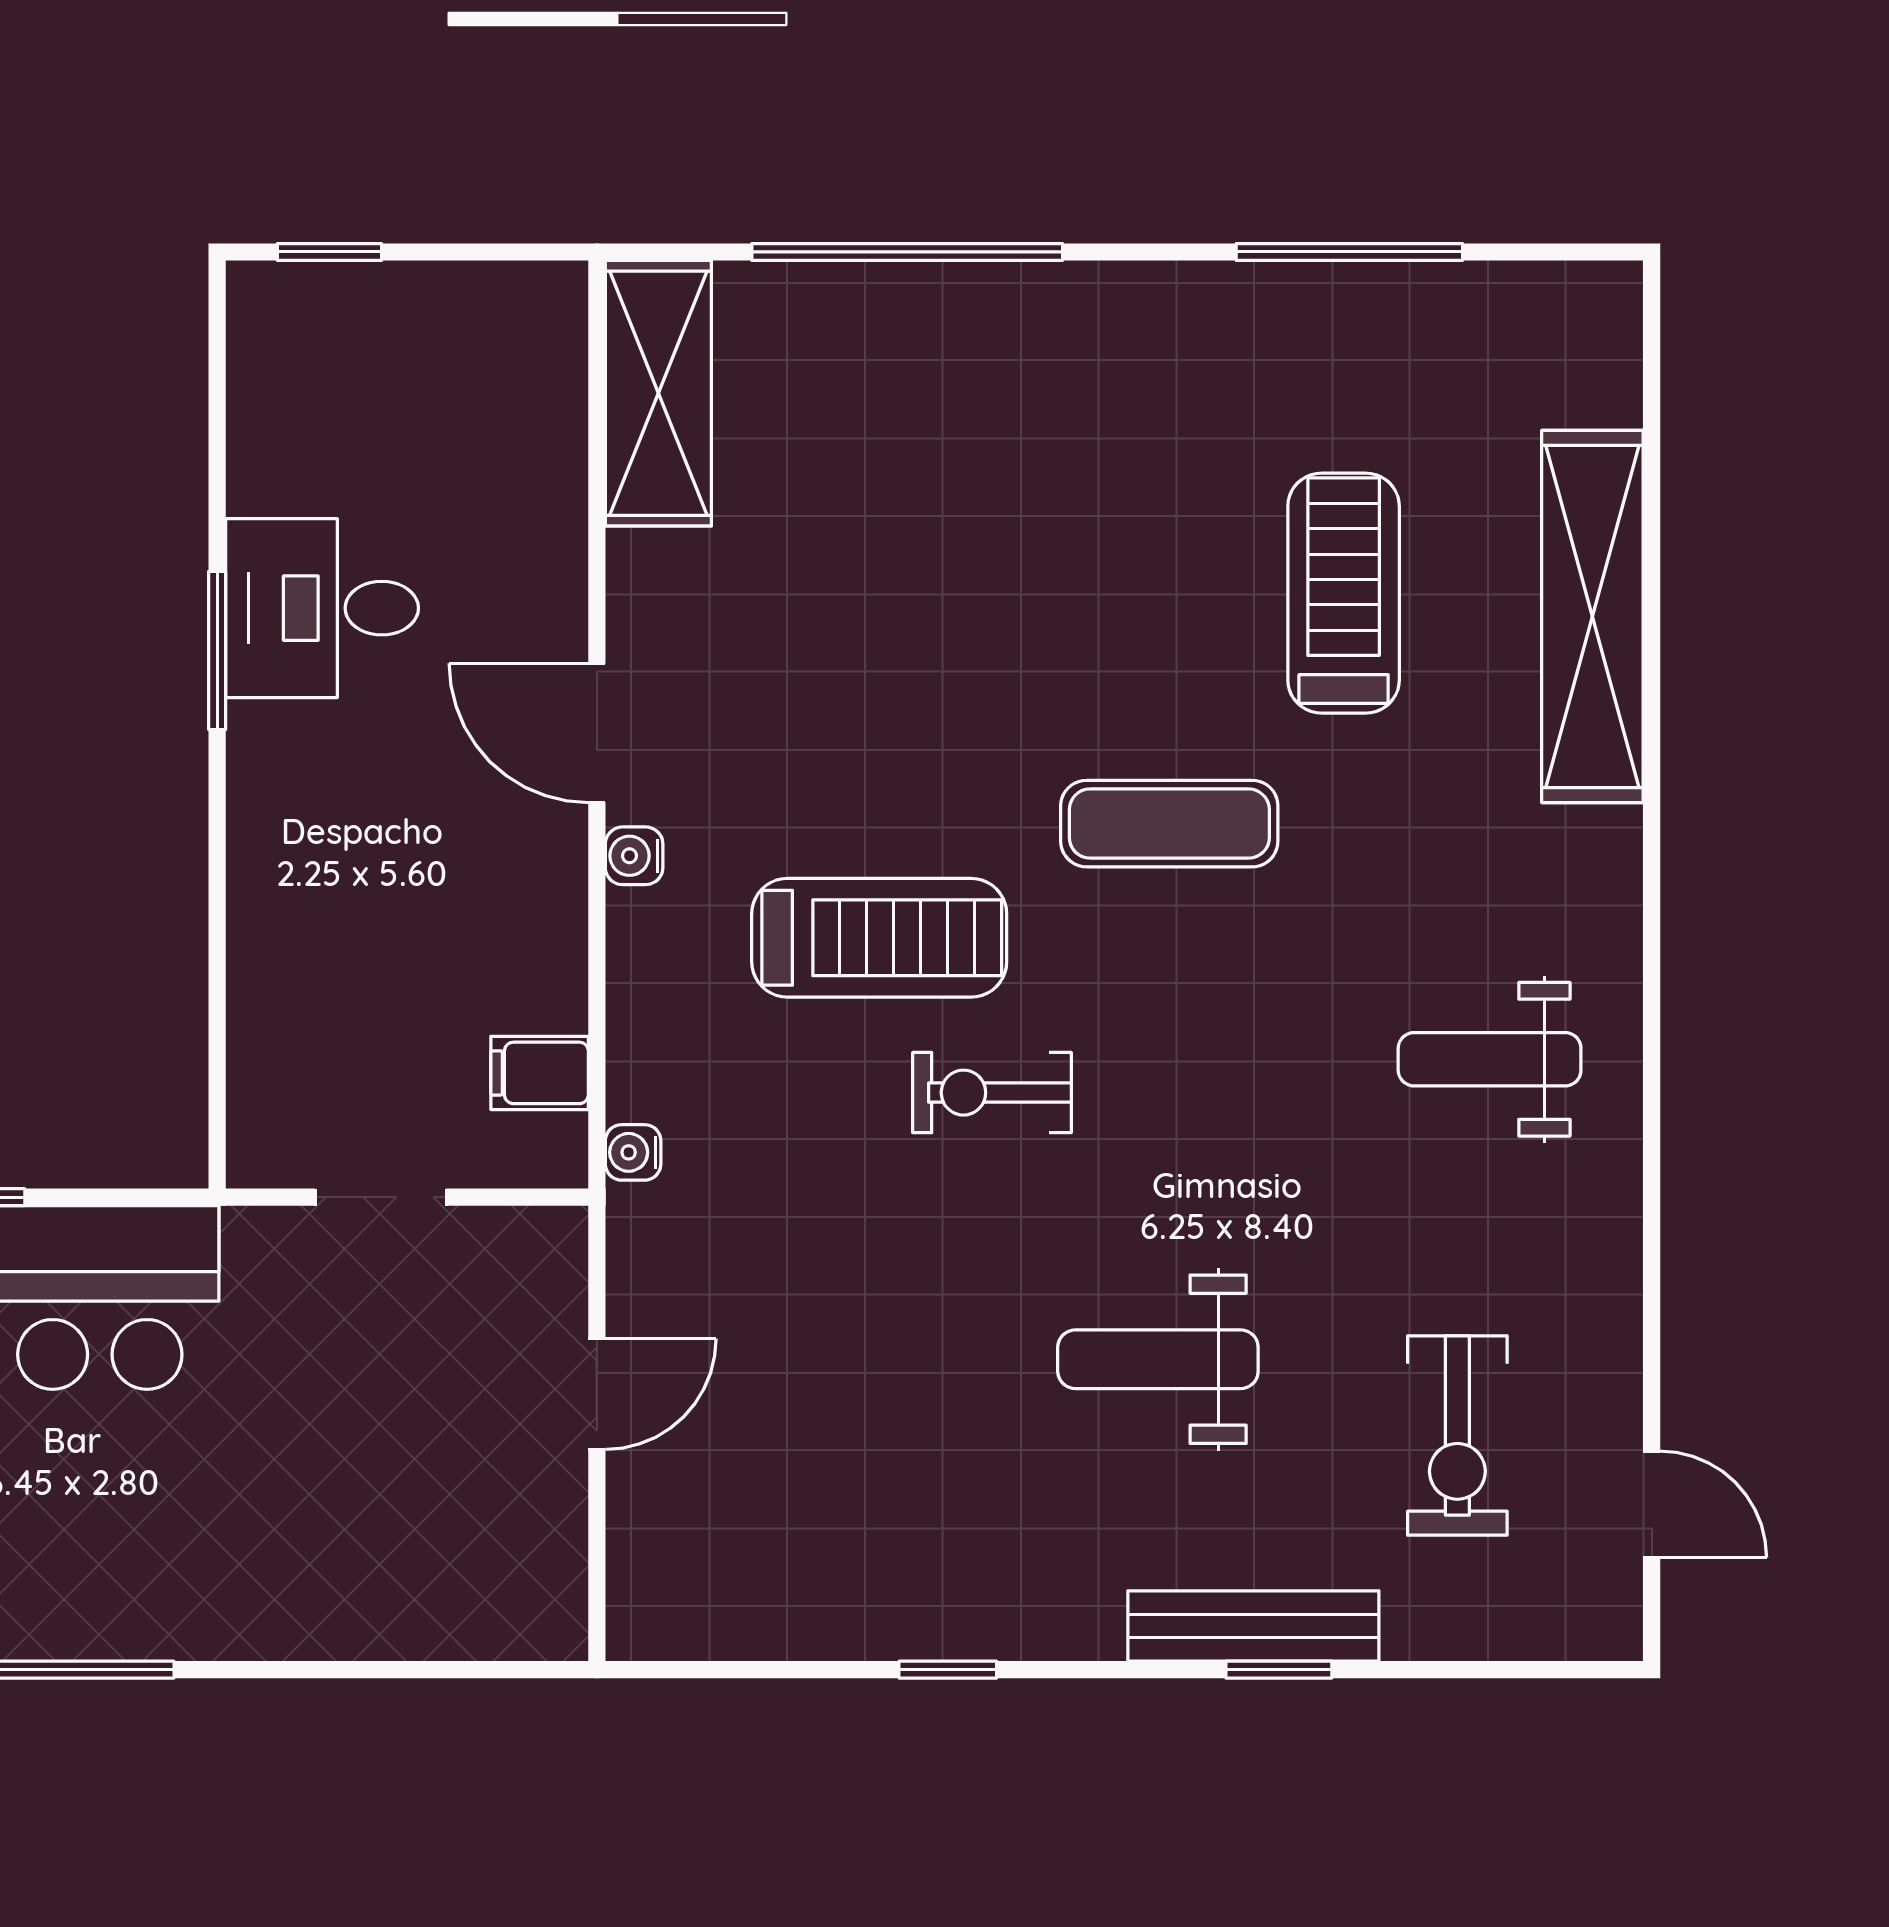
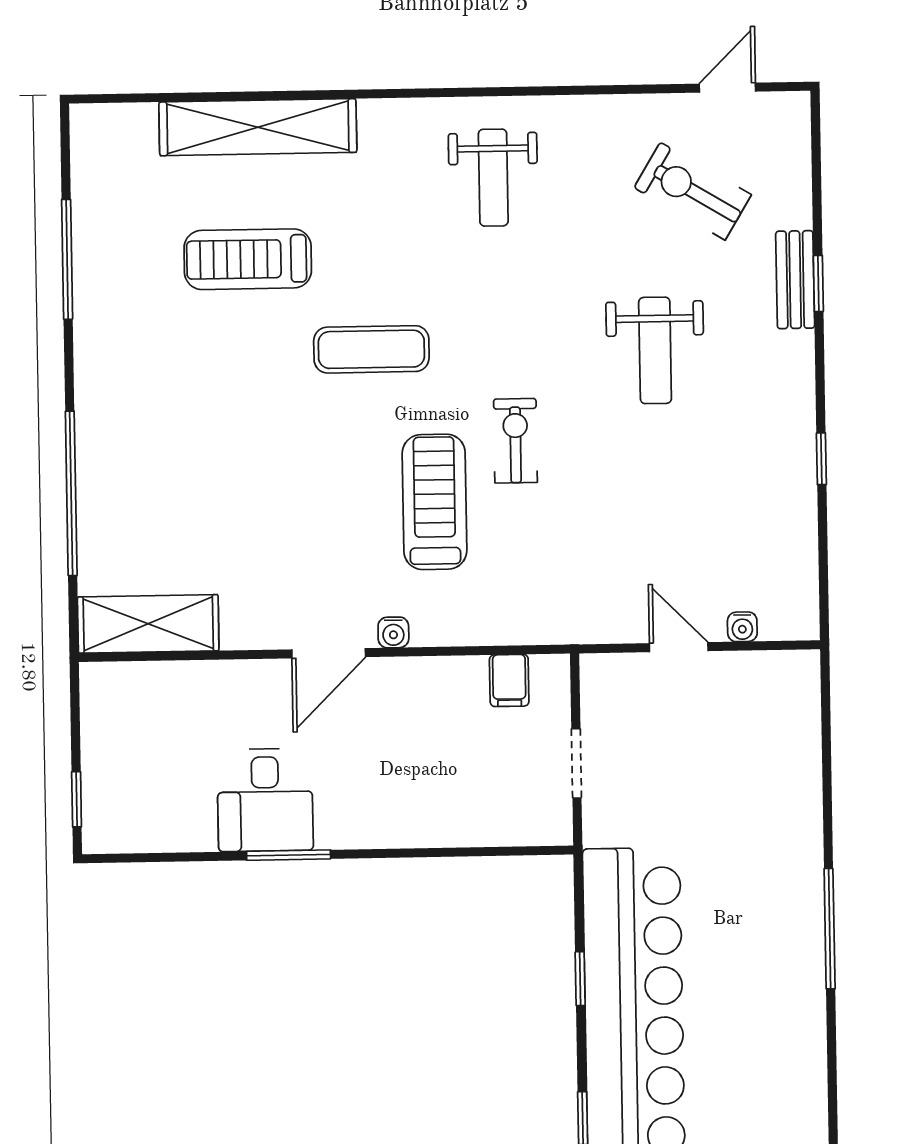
exercise mat: (1169, 824) -> (371, 349), turned 90
exercise bike: (992, 1093) -> (515, 441), turned 180
water cooler: (633, 1152) -> (742, 627), moved
exercise bike: (1457, 1435) -> (693, 191), turned -149
bench: (1253, 1626) -> (795, 280), width x0.73

